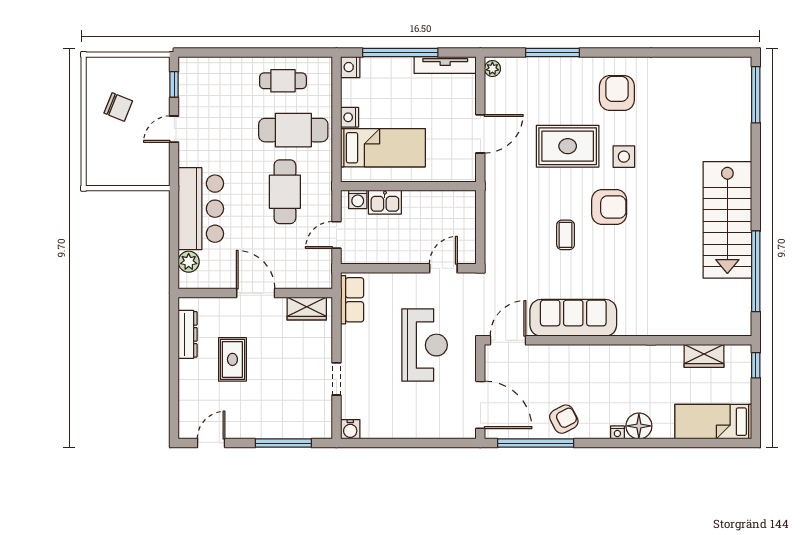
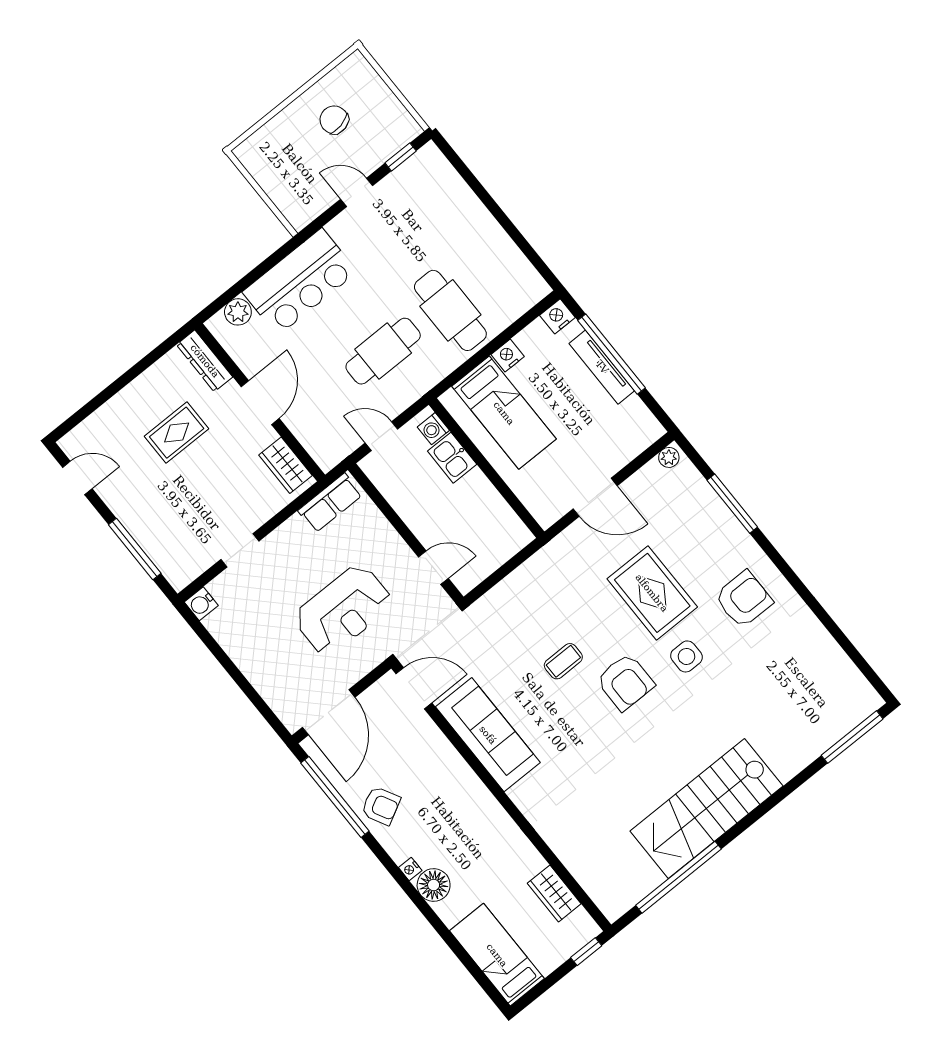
tv unit: (445, 65) -> (602, 367), moved
cafe table: (283, 81) -> (491, 261), removed
chair: (118, 107) -> (334, 120), turned 146
dresser: (188, 334) -> (205, 361), moved, turned 90

